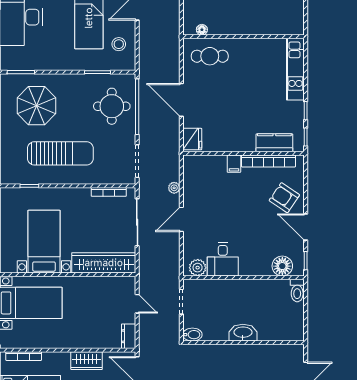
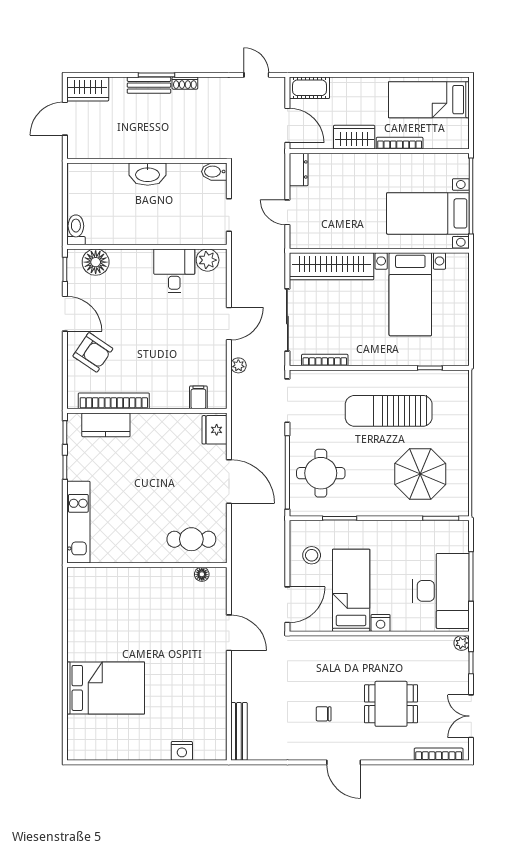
filing cabinet: (234, 164) -> (198, 397), moved
bookcase: (24, 356) -> (400, 143), moved

